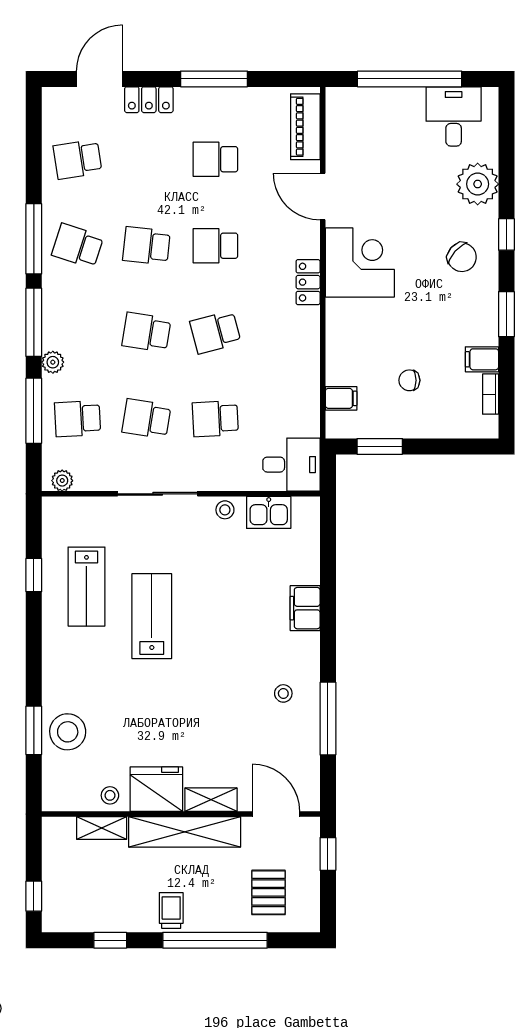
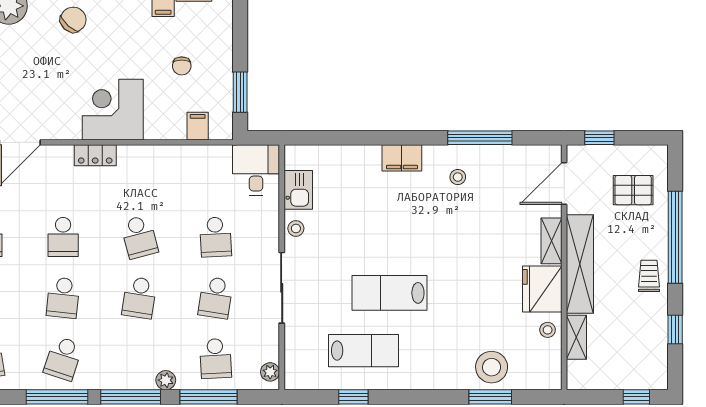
corner desk: (360, 263) -> (113, 110), moved
filing cabinet: (305, 608) -> (402, 158), moved
trolley: (171, 910) -> (649, 276), turned 90

